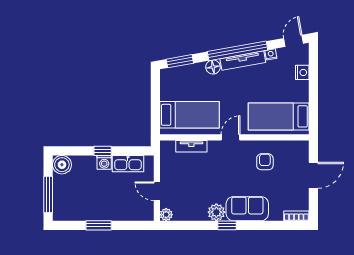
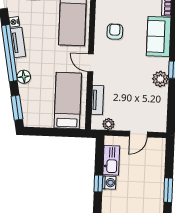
tv unit: (243, 61) -> (18, 42), width x0.71
armchair: (265, 162) -> (115, 32), turned 90
sofa: (247, 209) -> (159, 36), moved
plant: (166, 215) -> (108, 124), moved

